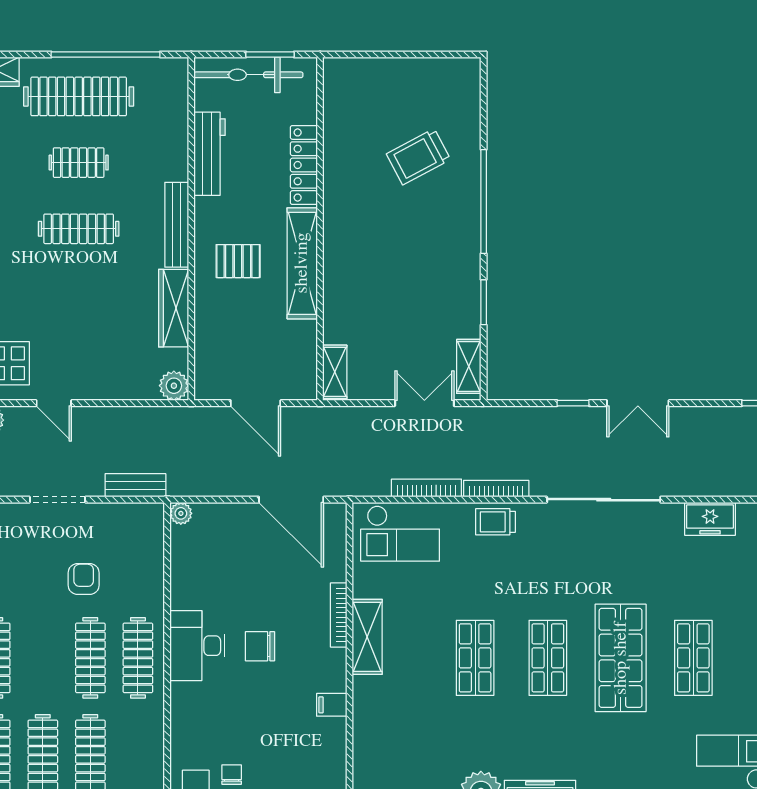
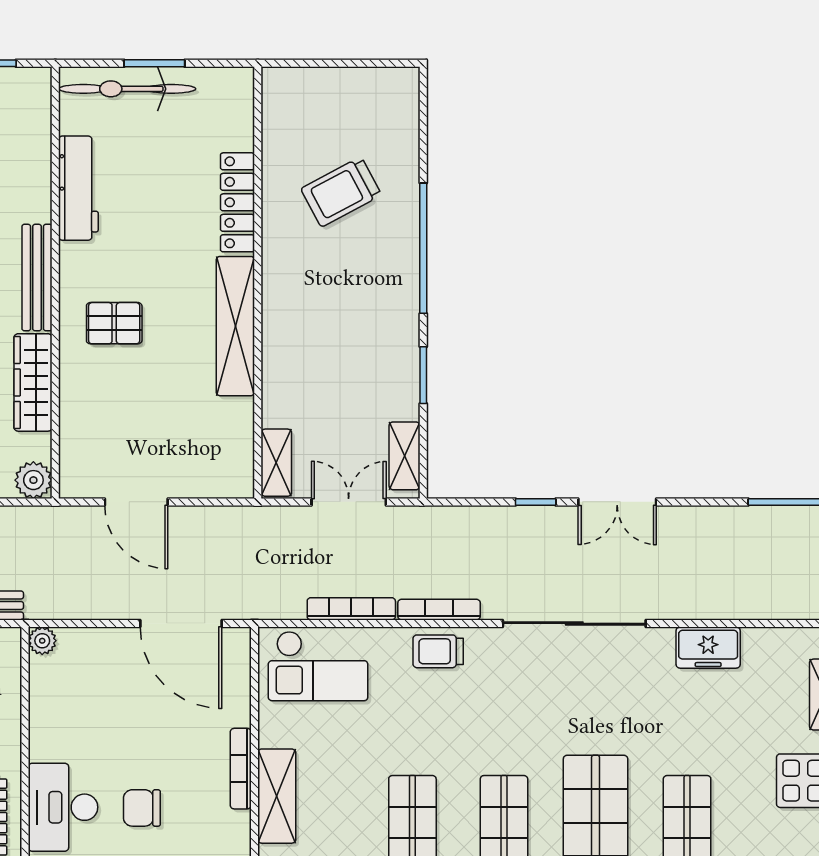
locker: (304, 165) -> (237, 202), moved
wall: (320, 229) -> (258, 283), moved
shelving: (302, 263) -> (235, 326), moved
shelving: (335, 372) -> (276, 463), moved

